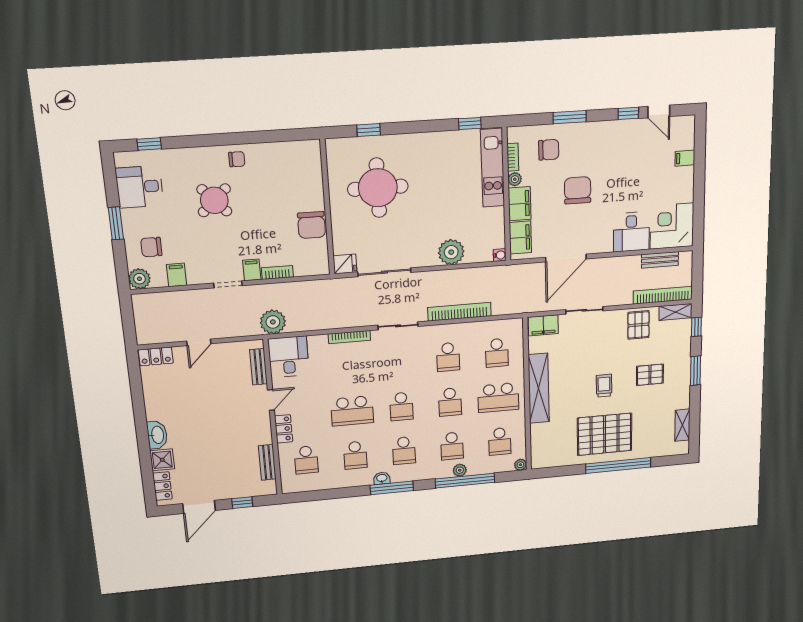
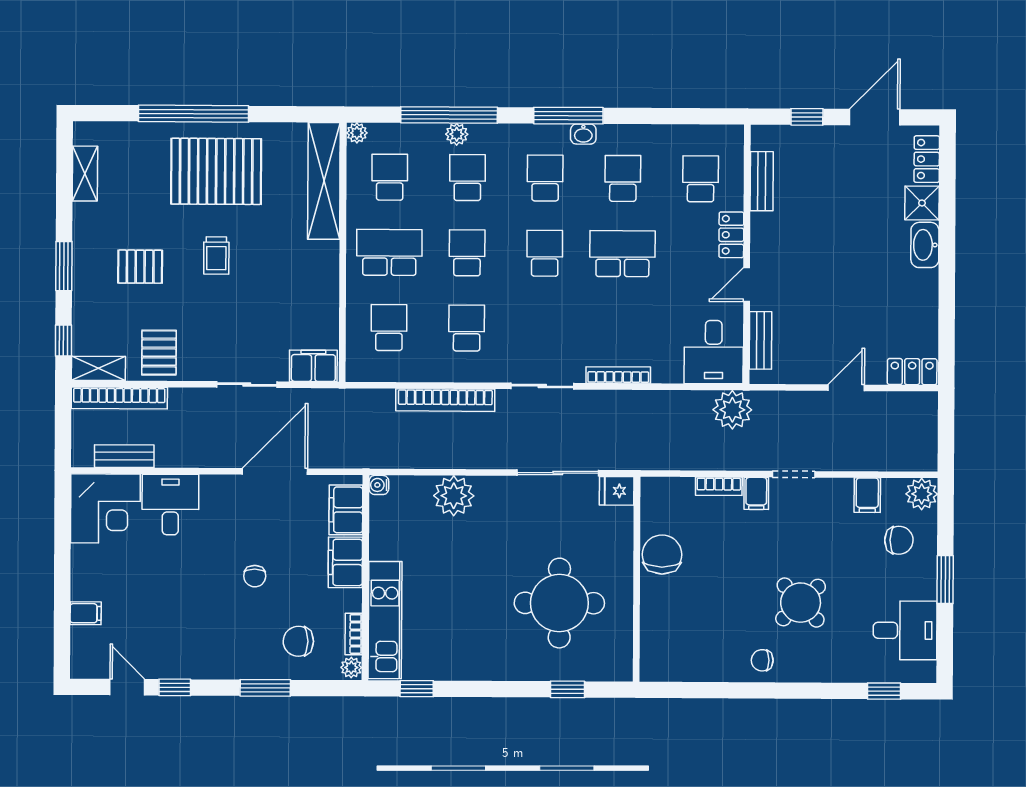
plant: (515, 179) -> (351, 667), moved
chair: (578, 190) -> (255, 576), width x0.54, depth x0.54
shelving: (539, 388) -> (324, 181), moved

